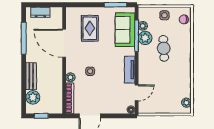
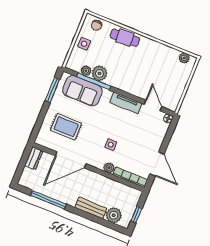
dresser: (40, 12) -> (34, 158), moved
cafe table: (164, 48) -> (125, 38), moved

